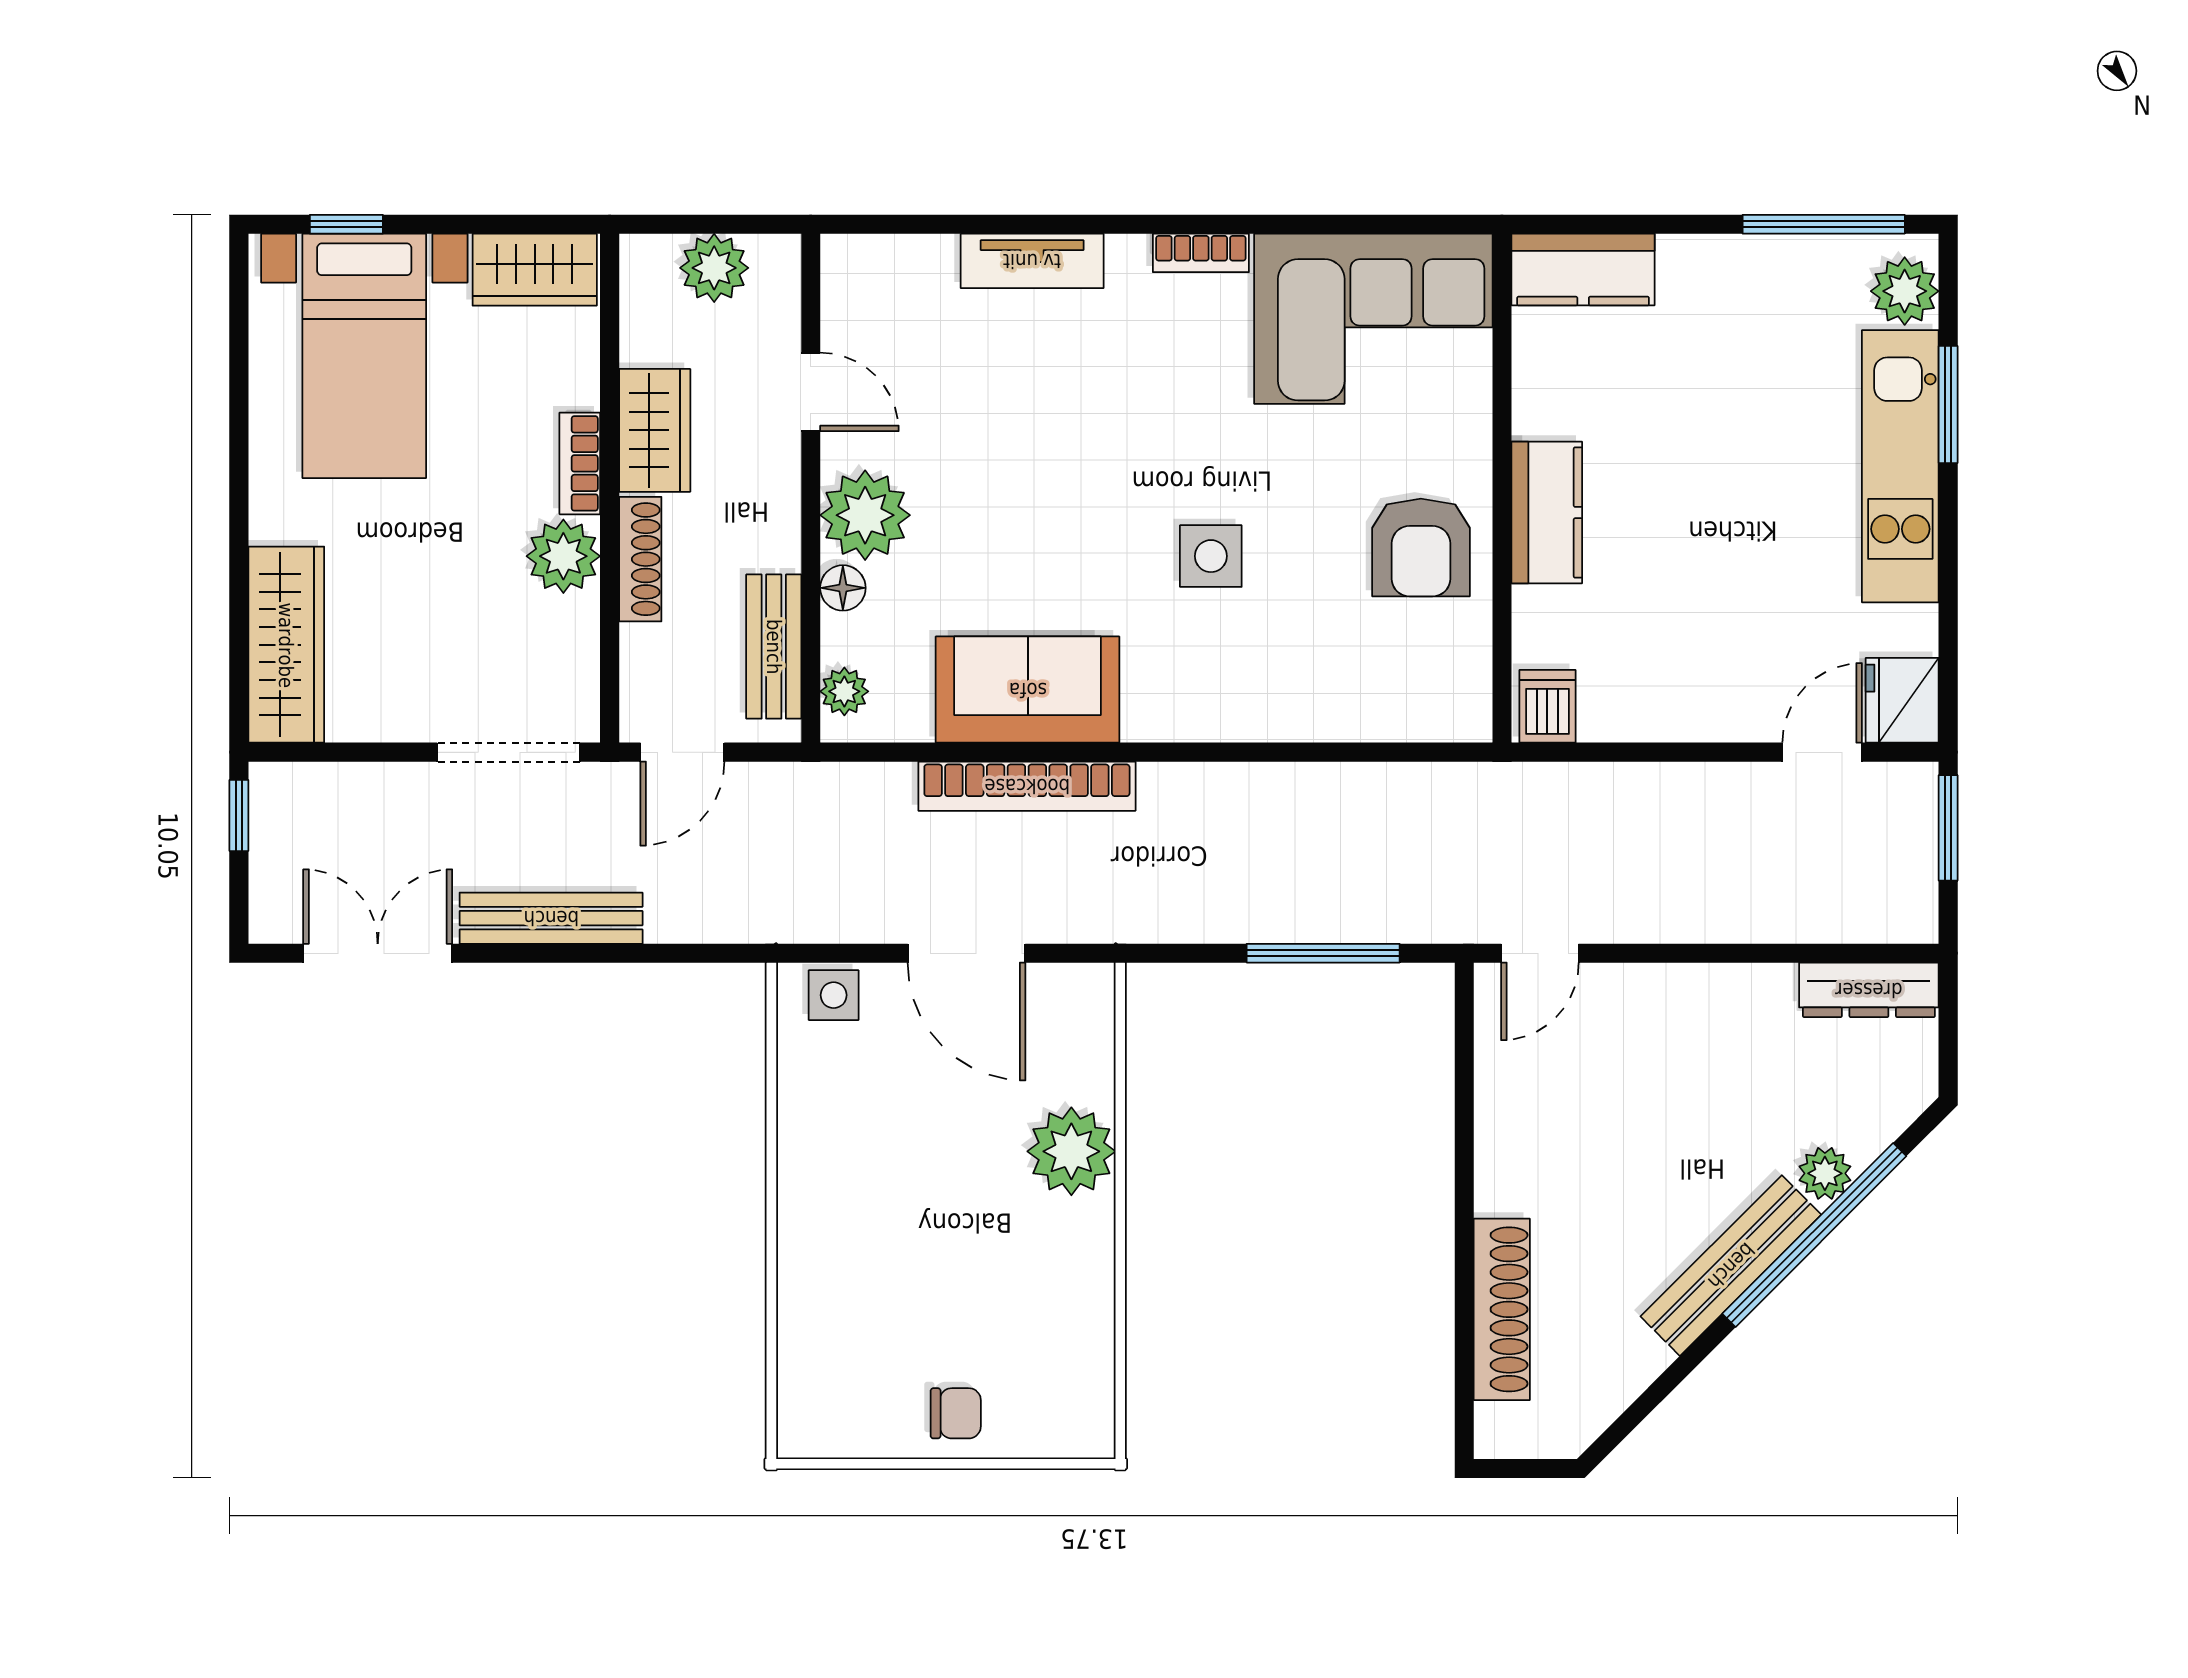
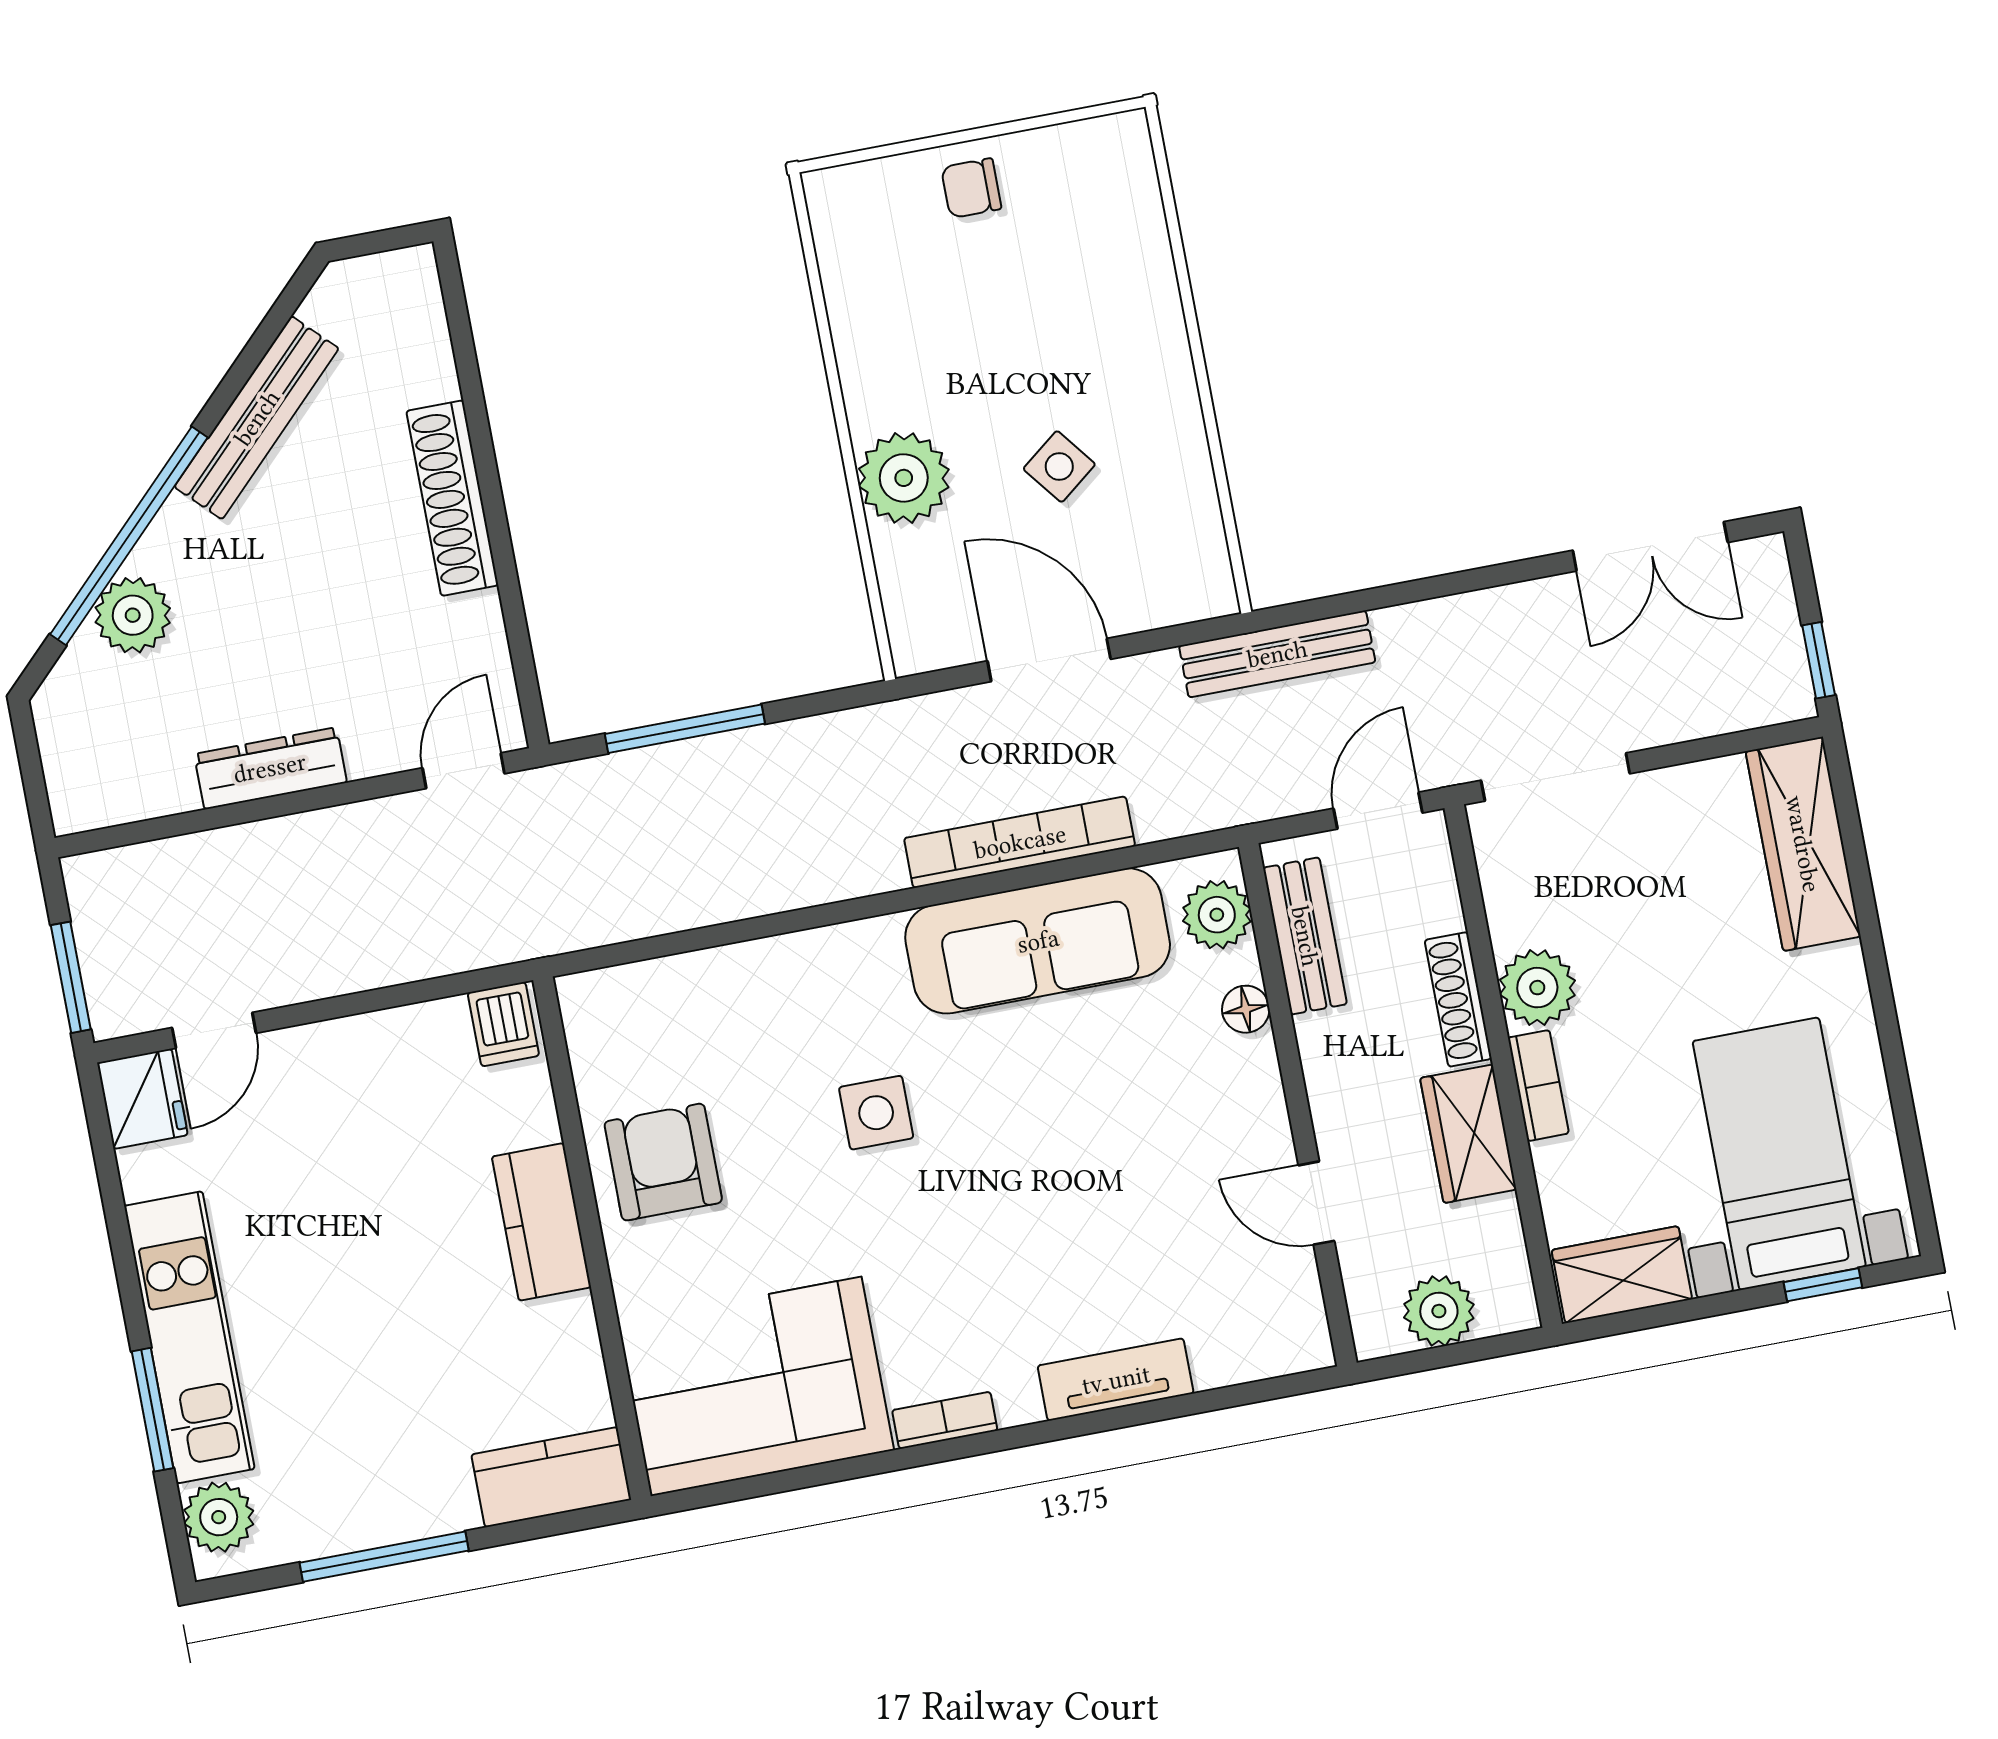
window: (1824, 224) -> (384, 1557), moved
plant: (865, 515) -> (1237, 1088), removed
sofa: (1028, 690) -> (1038, 941), width x1.36
plant: (844, 691) -> (1217, 915), width x1.38, depth x1.38
bench: (551, 918) -> (1277, 654), moved
dresser: (1869, 990) -> (270, 768), moved
side table: (834, 995) -> (1059, 467), moved, turned -38
plant: (1825, 1173) -> (133, 615), width x1.38, depth x1.38
bench: (1731, 1266) -> (257, 418), moved
shoe rack: (1502, 1309) -> (452, 498), moved

